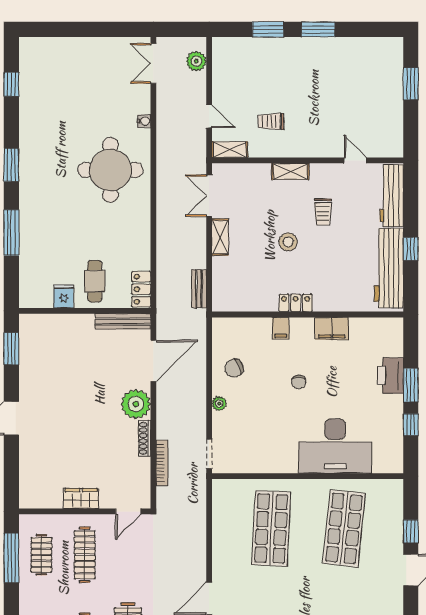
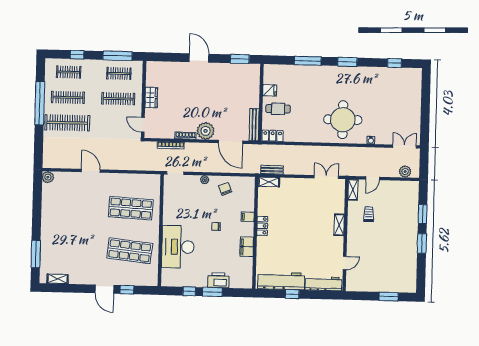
trolley: (323, 212) -> (315, 243), removed
shelving: (220, 237) -> (269, 182), moved
stool: (288, 242) -> (298, 222), removed

